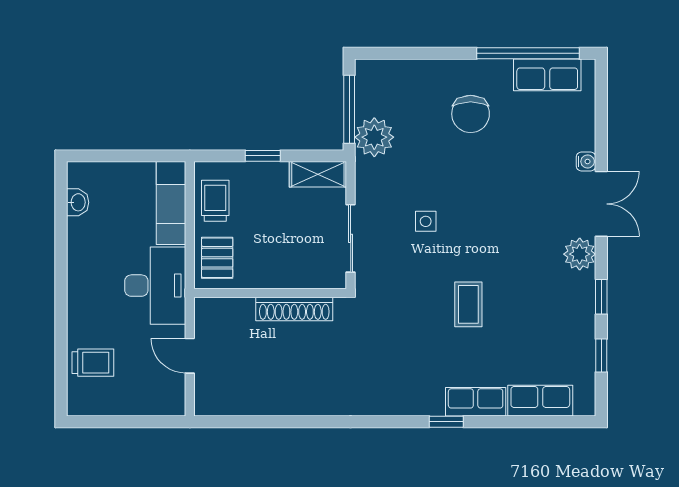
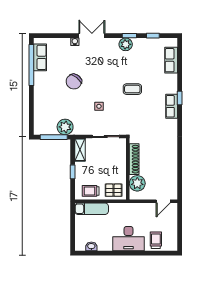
chair: (471, 114) -> (74, 82), moved, turned 128
plant: (580, 254) -> (126, 44), moved
desk: (155, 286) -> (128, 239), moved, turned 180
plant: (234, 317) -> (137, 183), added
door: (190, 356) -> (163, 201), moved
row of seats: (476, 402) -> (172, 106), moved

